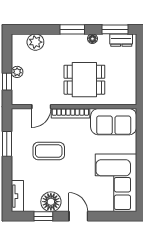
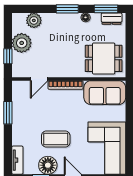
plant: (17, 72) -> (22, 43), width x1.88, depth x1.88
dining table: (84, 80) -> (104, 58), moved
coffee table: (49, 151) -> (56, 139), moved

